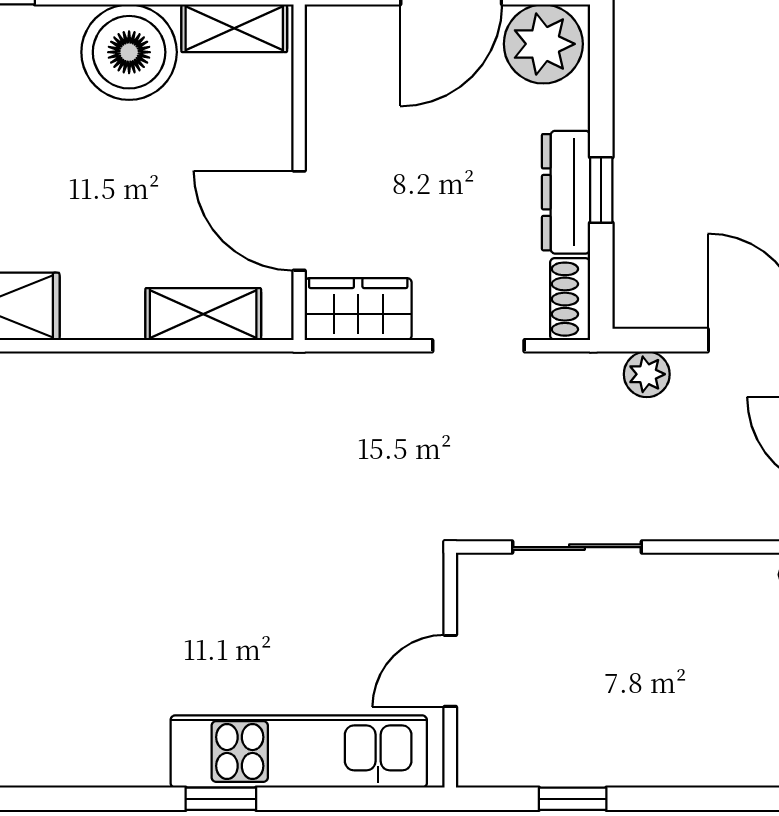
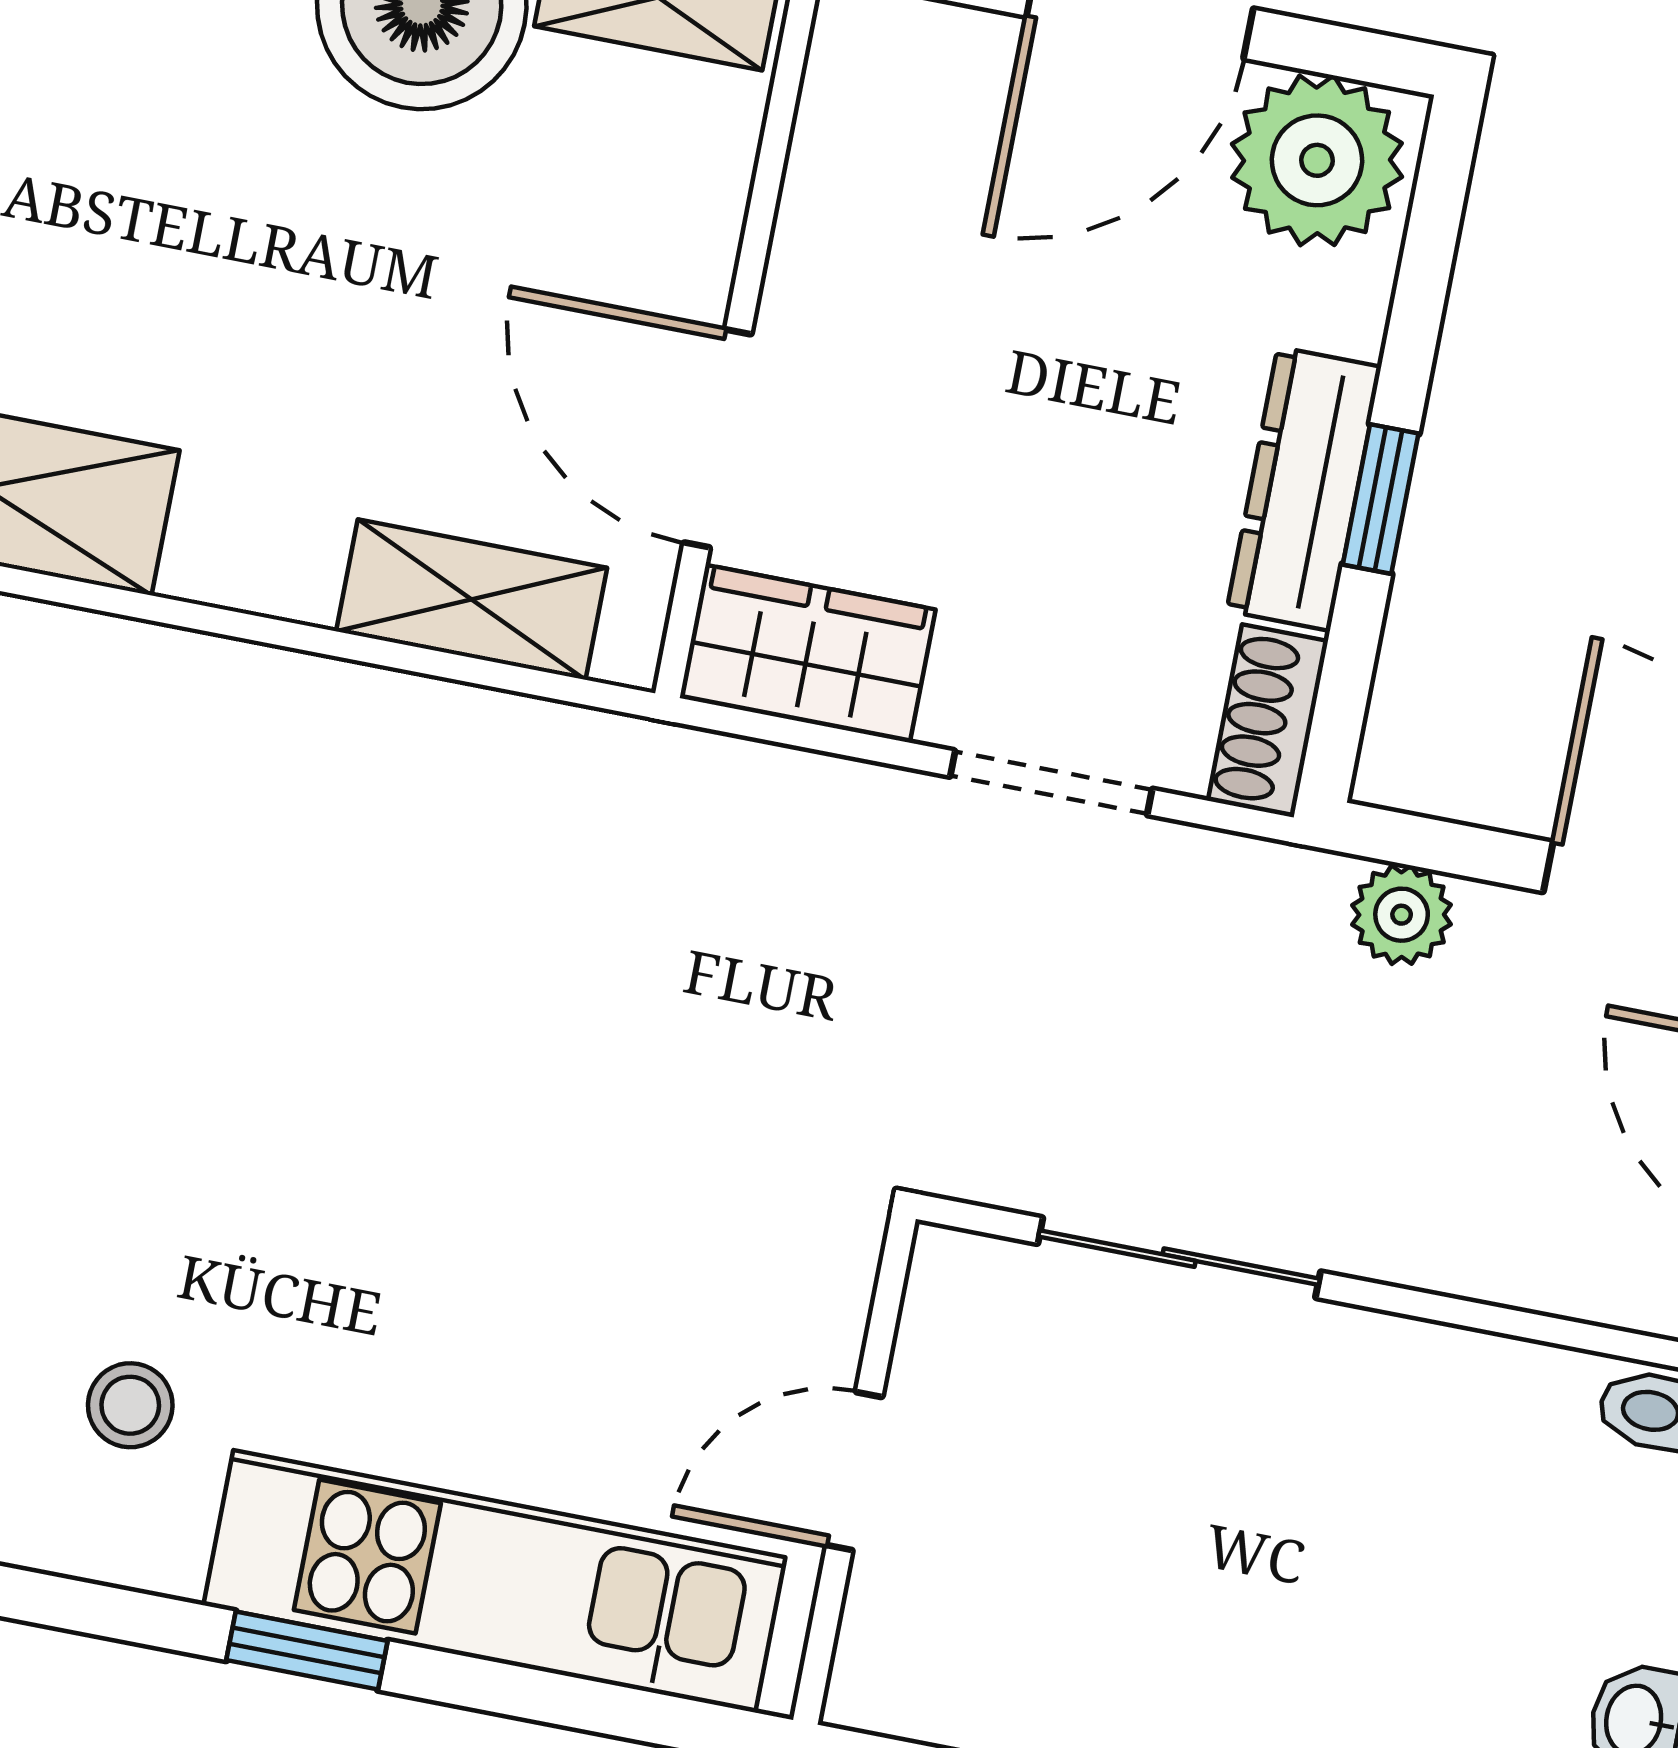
stool: (120, 704) -> (130, 1405), added

